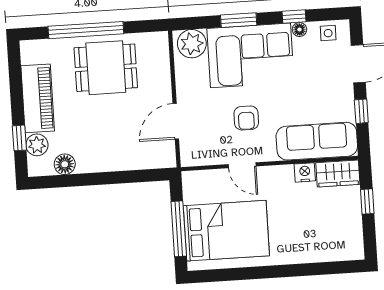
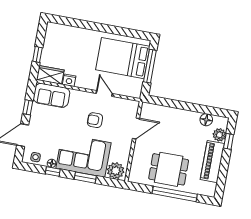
armchair: (246, 118) -> (95, 120), turned -90
sofa: (317, 141) -> (51, 95), width x0.73

